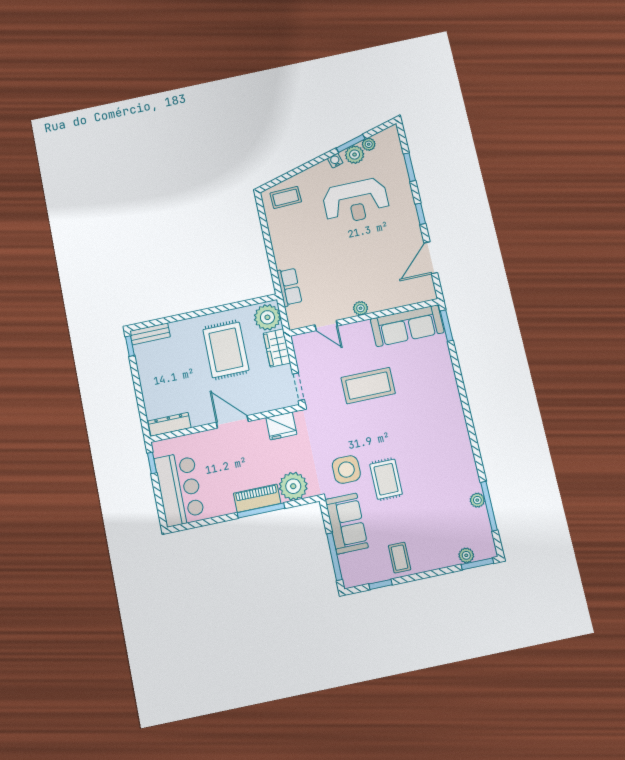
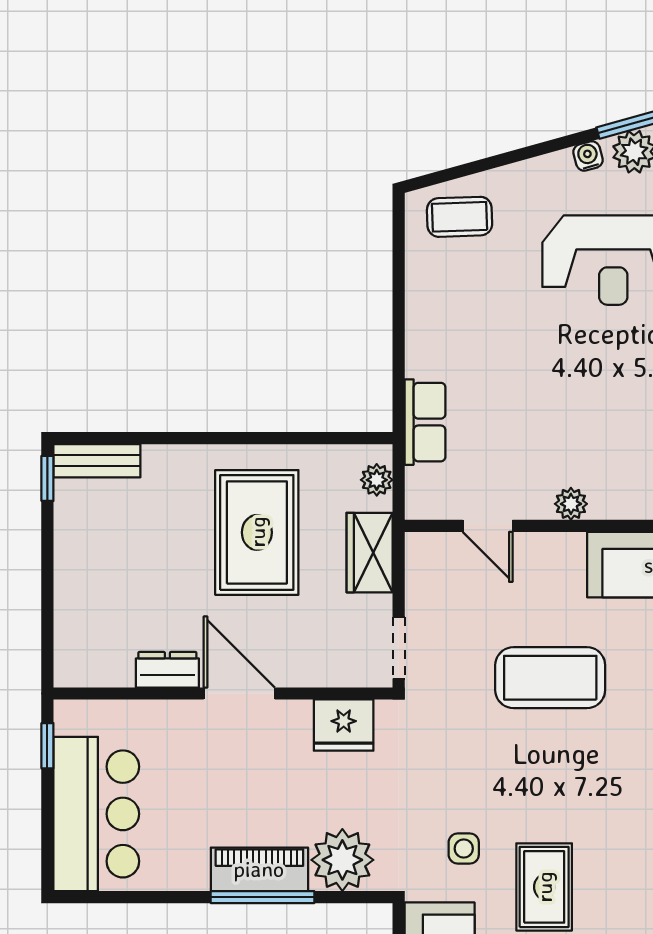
plant: (267, 317) -> (377, 480), width x0.53, depth x0.53
dresser: (169, 424) -> (167, 670), moved, width x0.70
side table: (346, 470) -> (464, 849), width x0.54, depth x0.54

